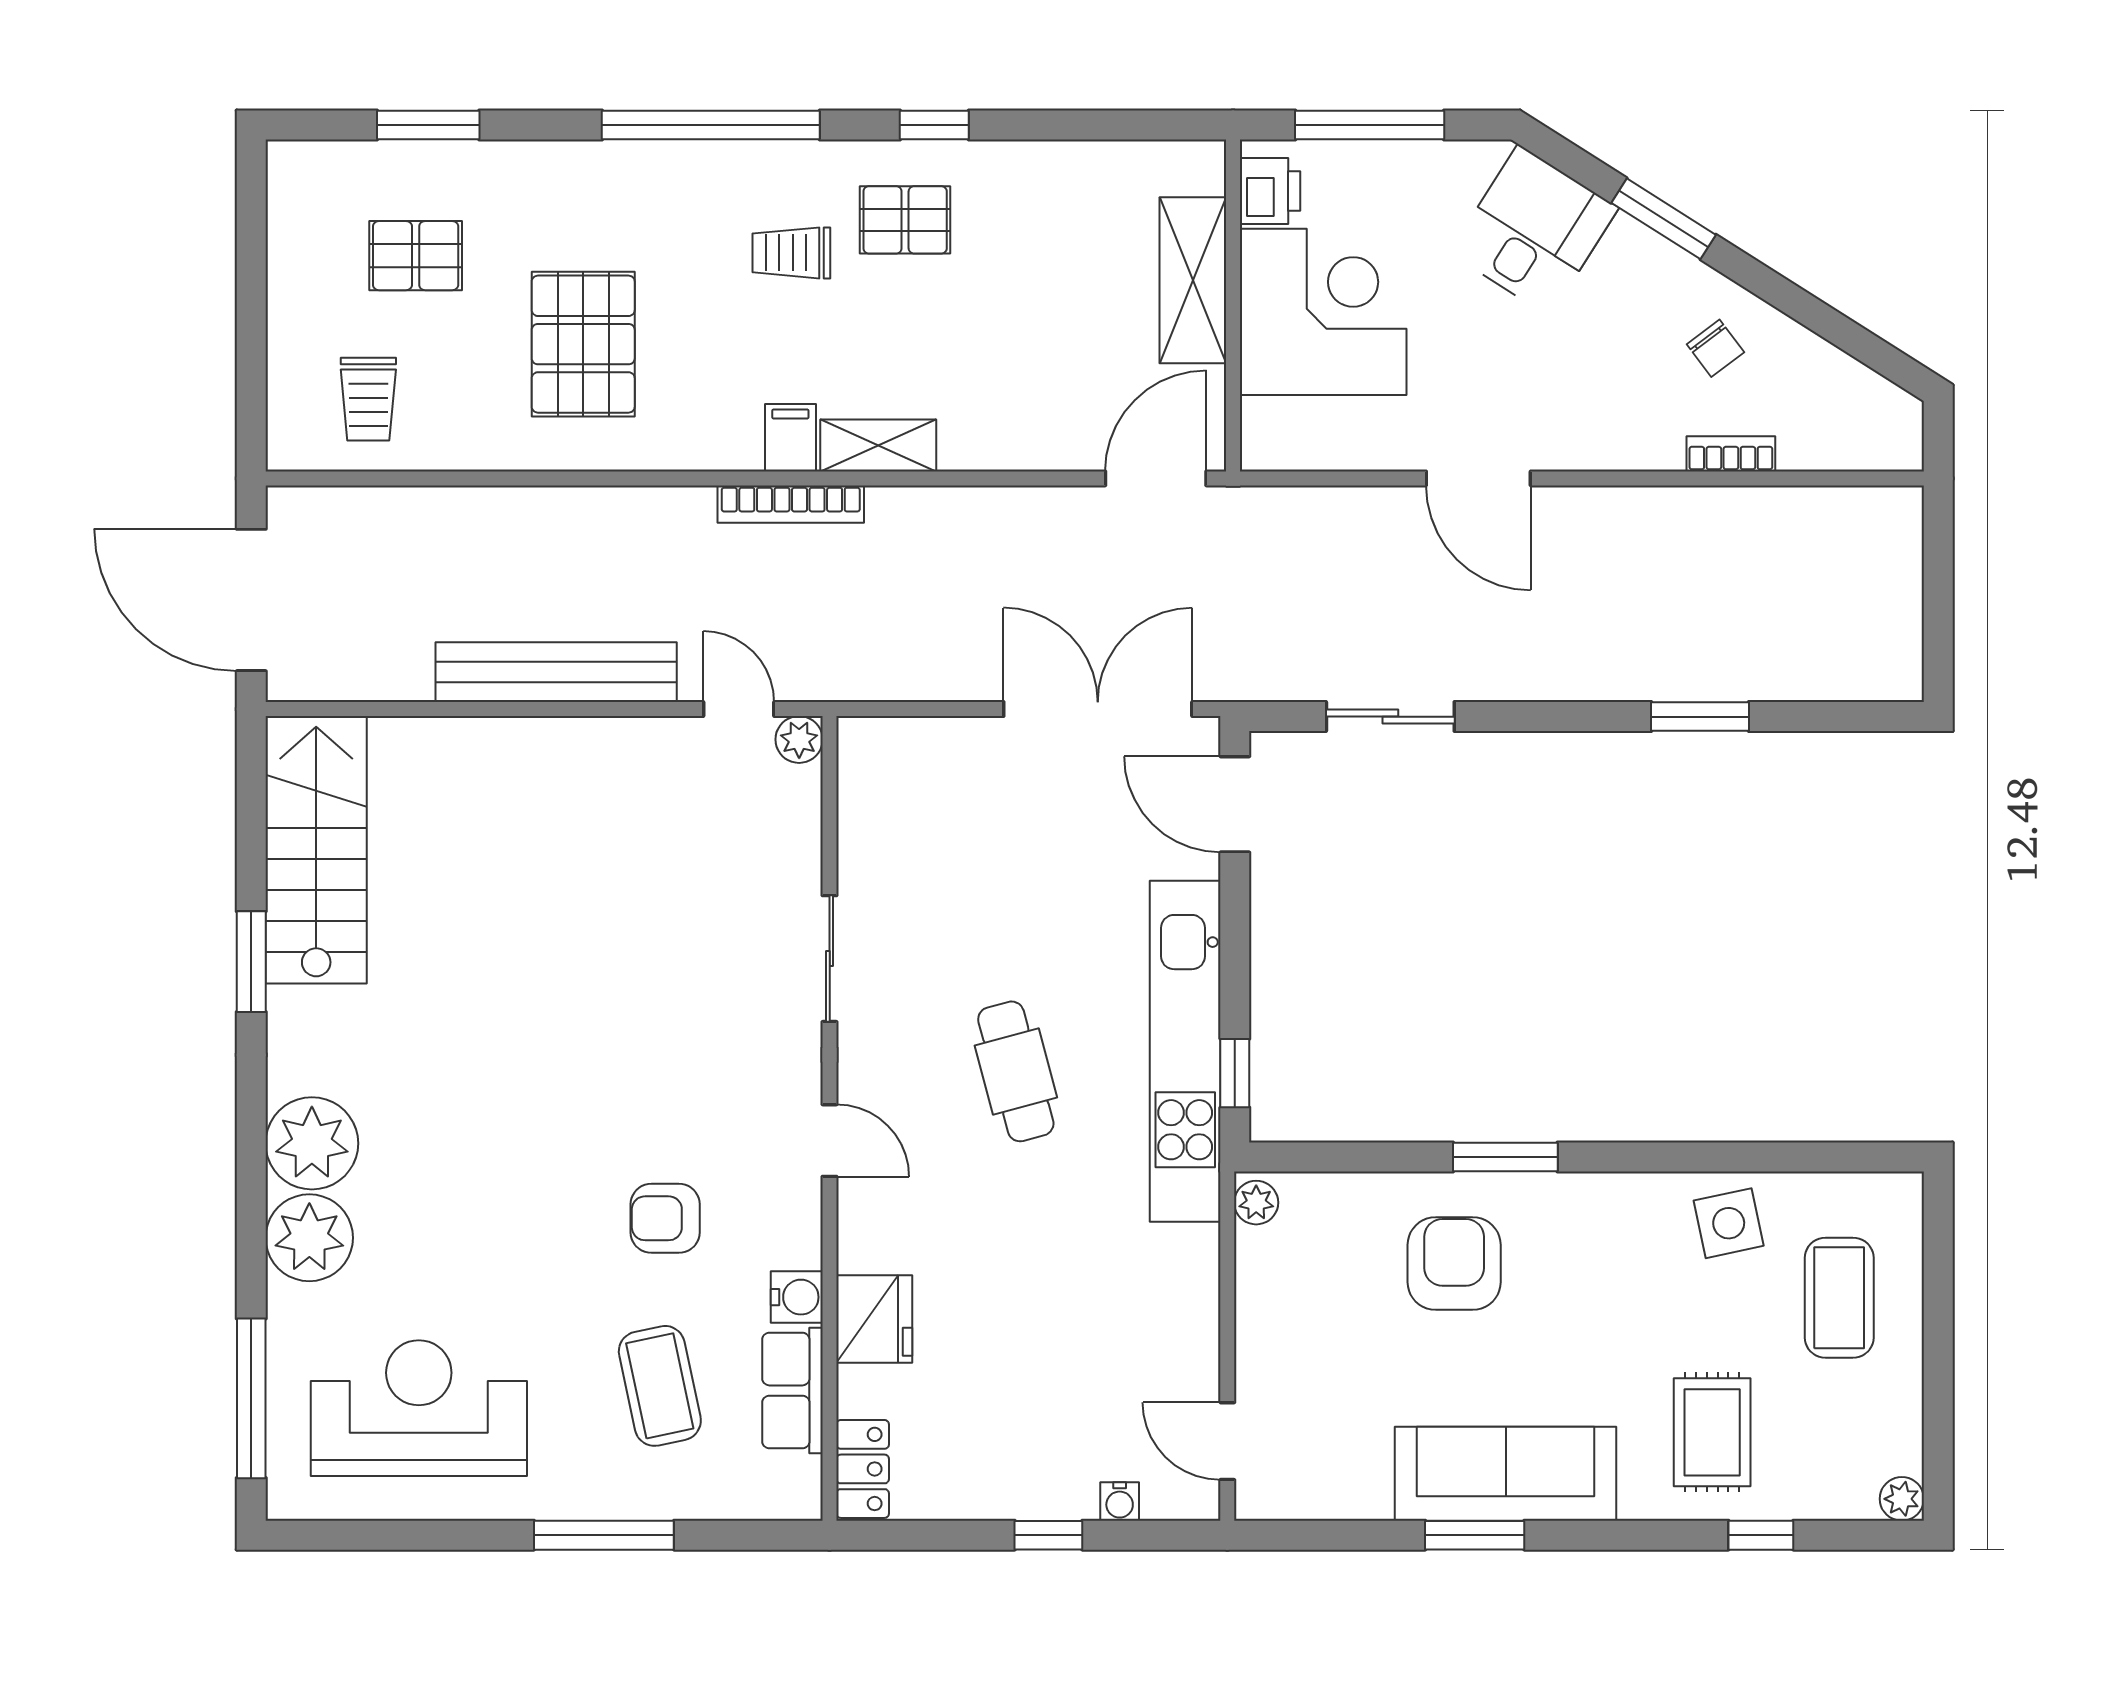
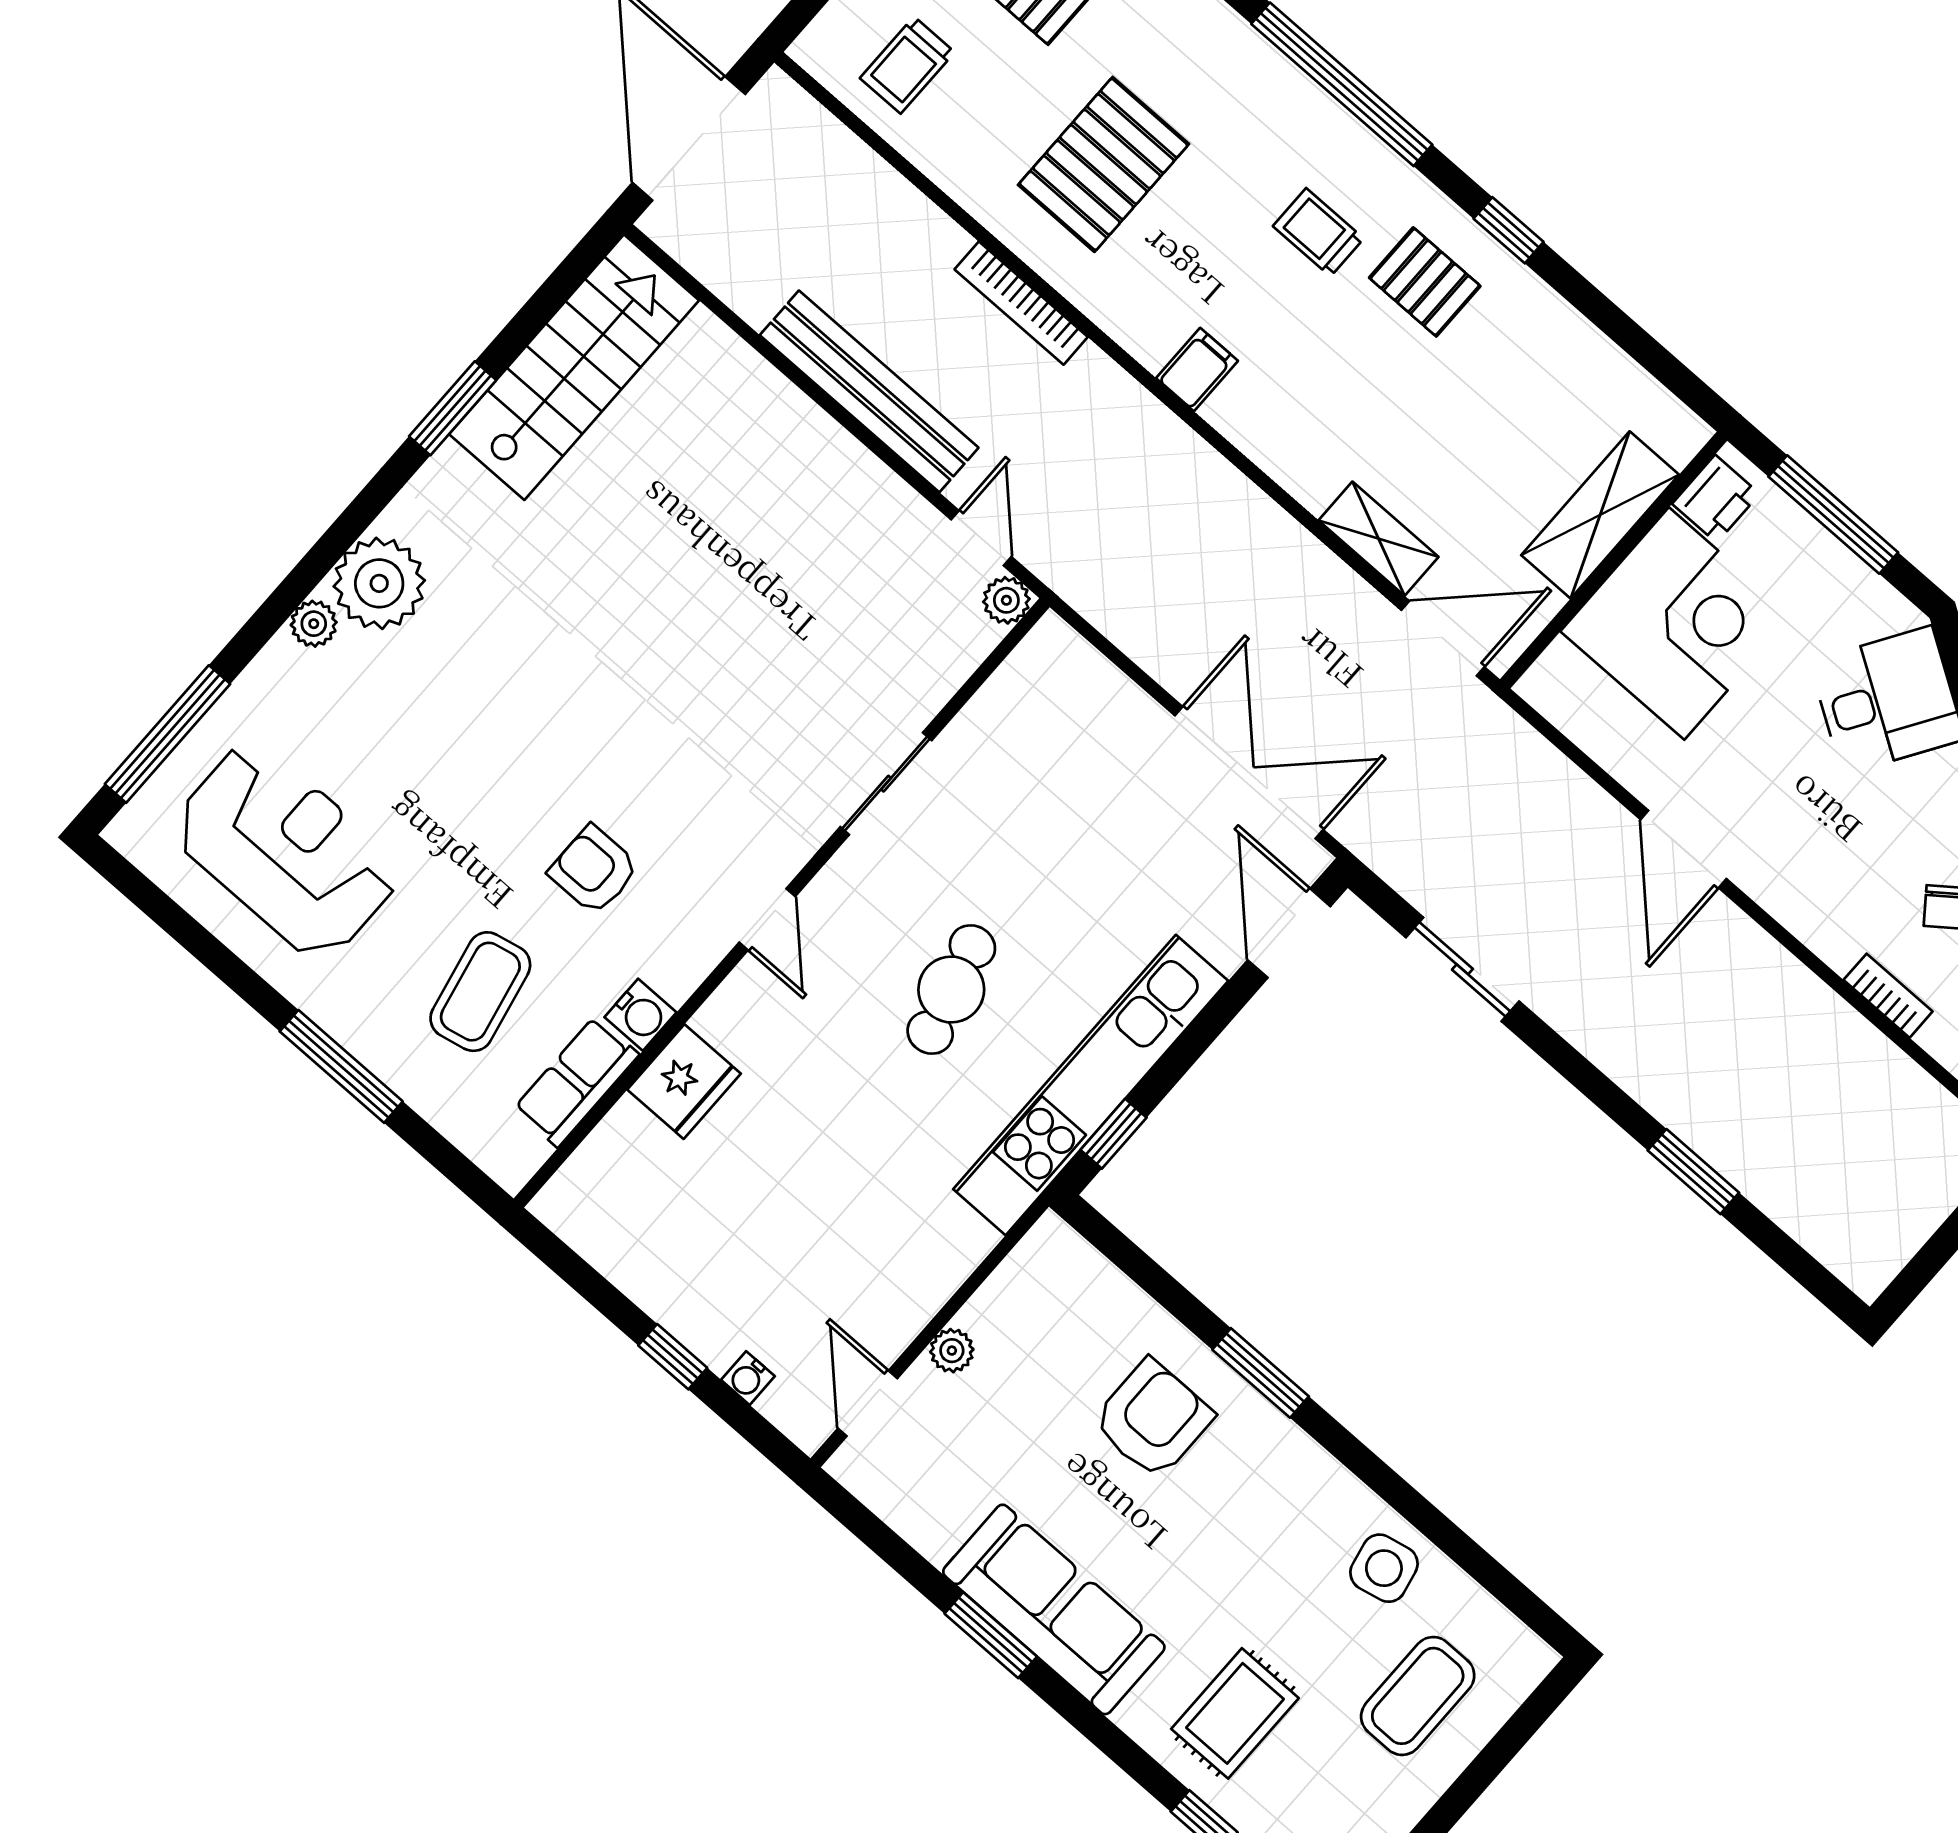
shelving: (878, 445) -> (1378, 539), moved
bookcase: (791, 504) -> (1021, 303), moved
plant: (1256, 1203) -> (952, 1351), moved
plant: (309, 1238) -> (314, 624), width x0.53, depth x0.53
locker: (863, 1469) -> (577, 1186), removed

